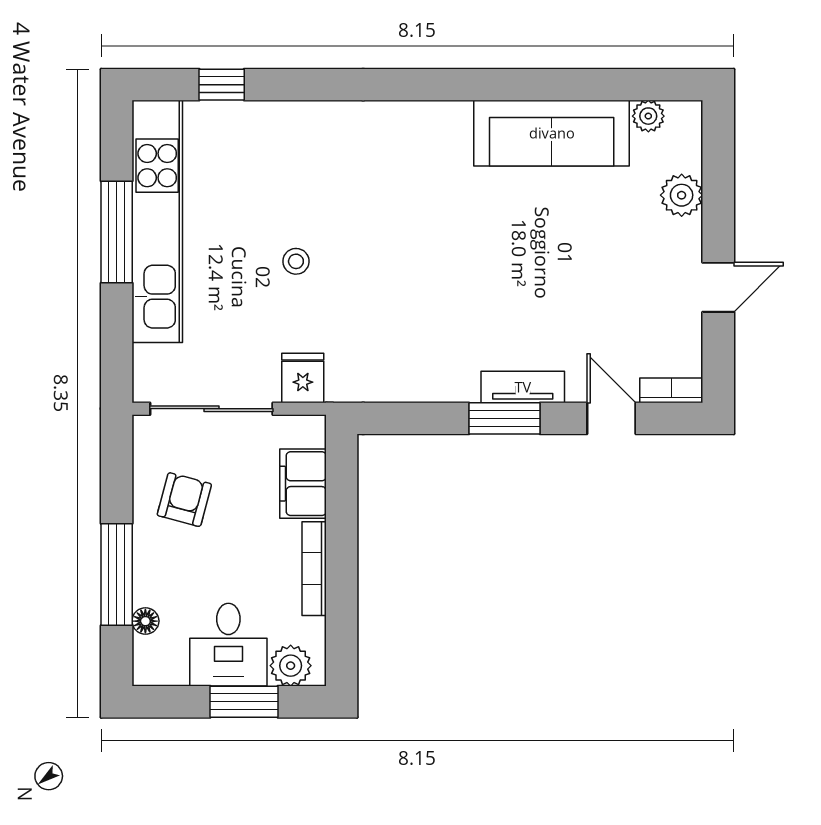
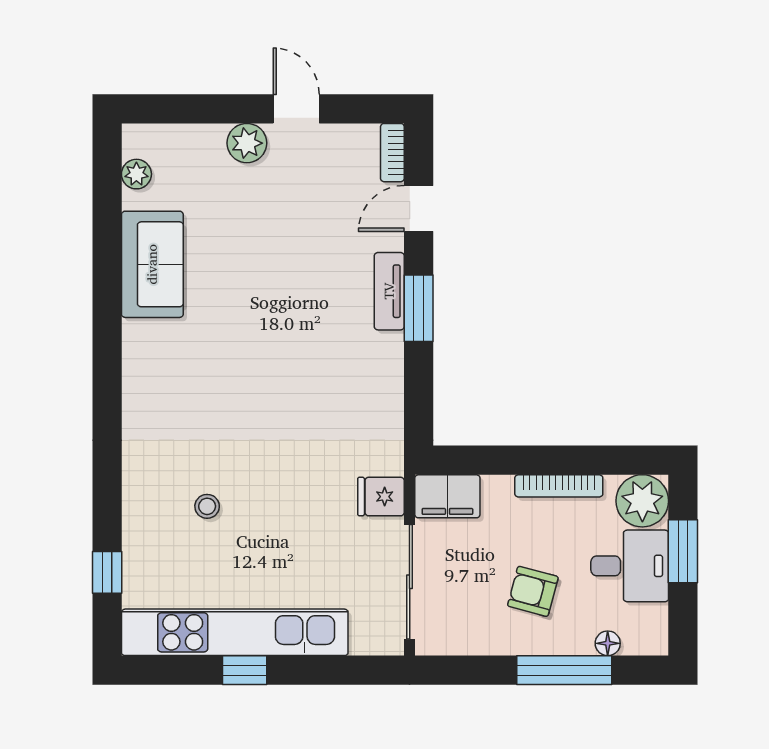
sofa: (552, 133) -> (152, 264), width x0.73
plant: (682, 195) -> (247, 143), moved
window: (117, 232) -> (245, 670), width x0.46
stool: (296, 261) -> (207, 506), moved
filing cabinet: (303, 484) -> (447, 496), moved
armchair: (184, 500) -> (533, 591), moved
plant: (291, 666) -> (642, 501), width x1.36, depth x1.36

